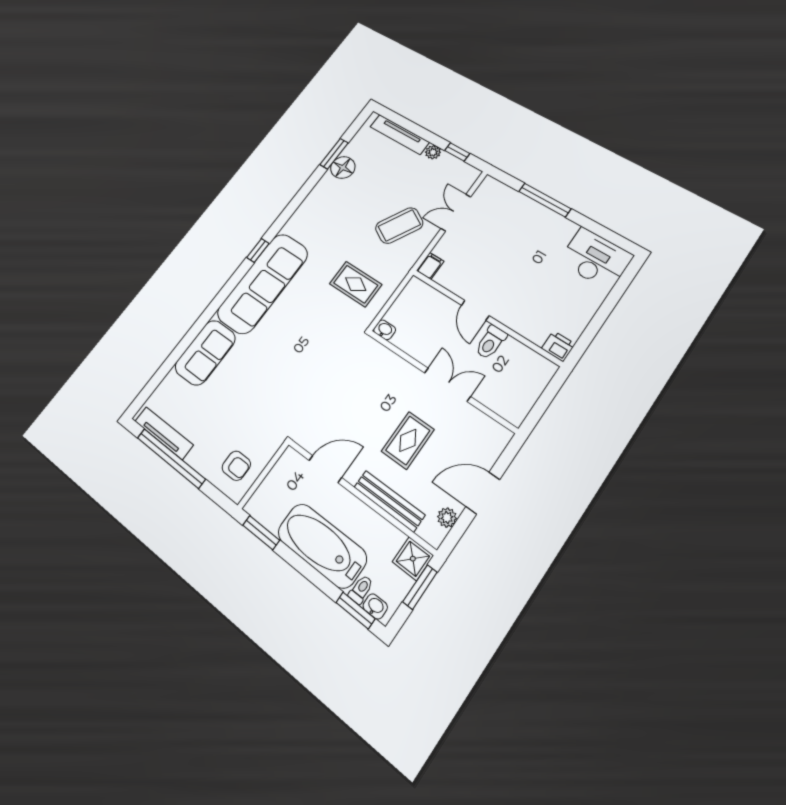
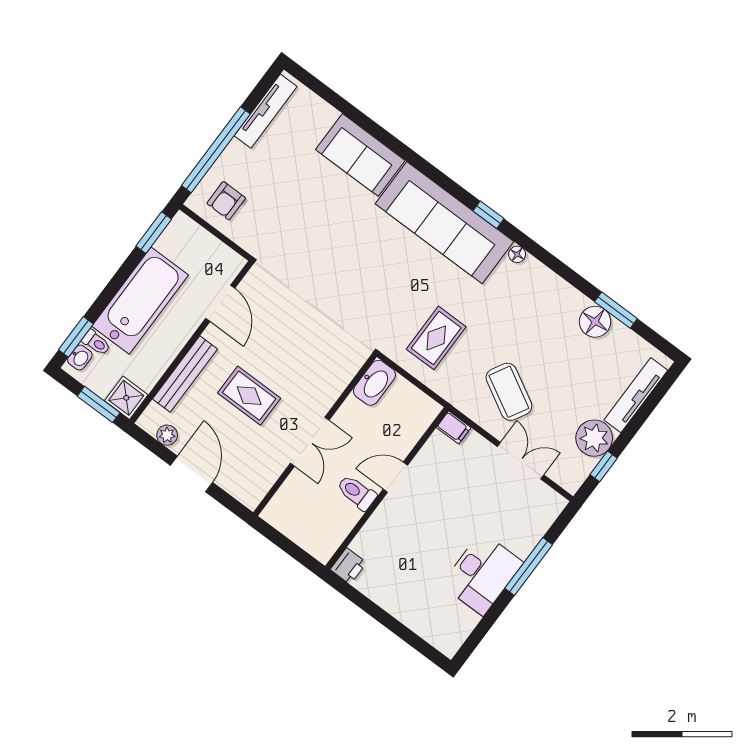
plant: (433, 152) -> (594, 438), width x1.88, depth x1.88
floor lamp: (289, 227) -> (517, 254), added
desk: (596, 259) -> (482, 574), moved
washbasin: (385, 330) -> (374, 383), width x1.91, depth x1.45
window: (171, 458) -> (216, 150), moved

